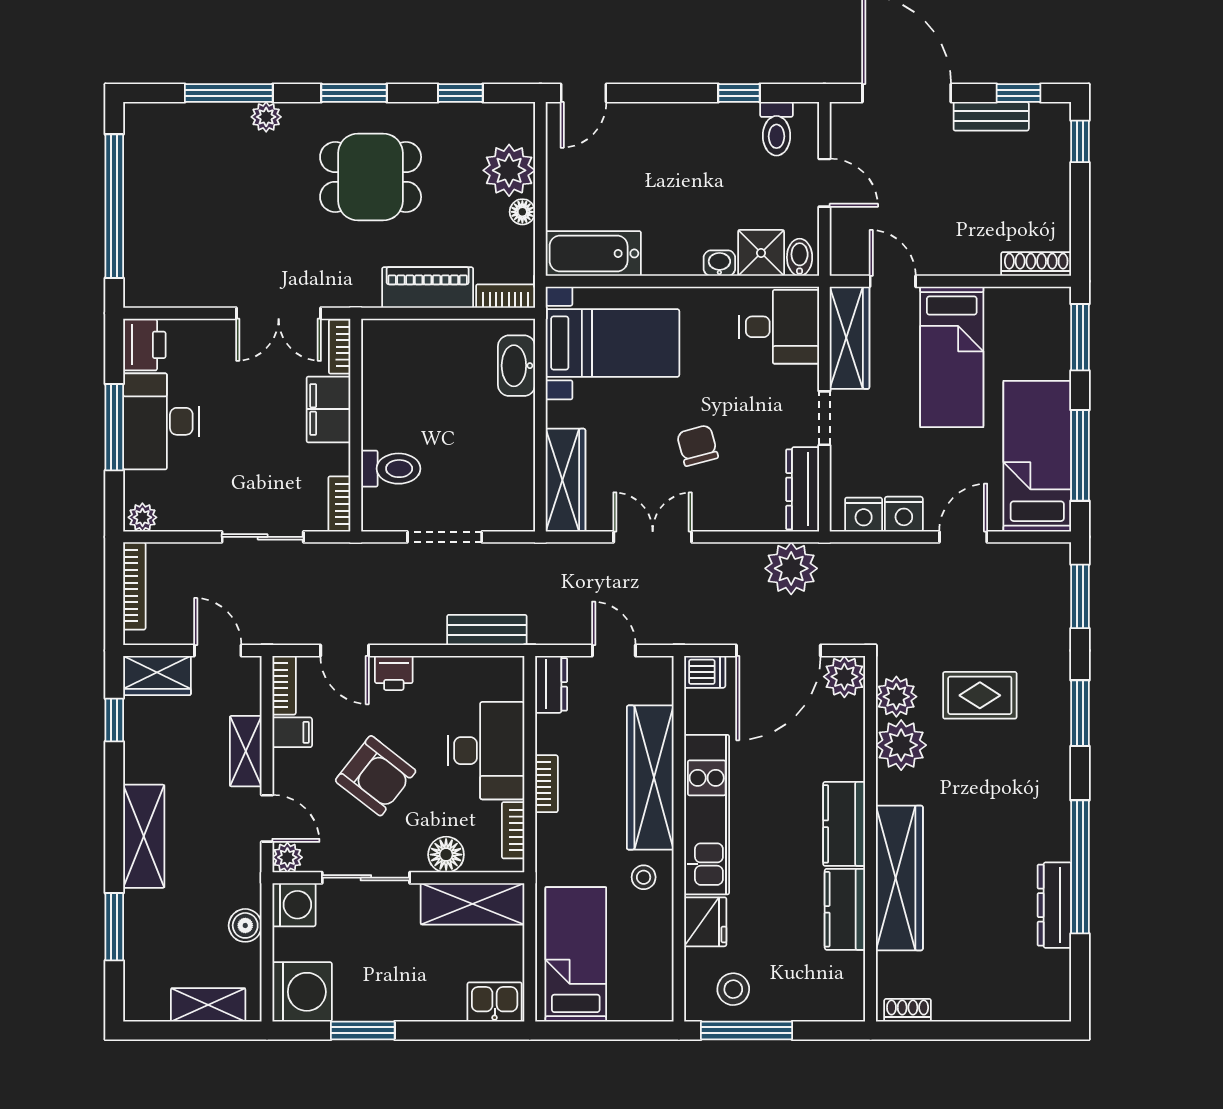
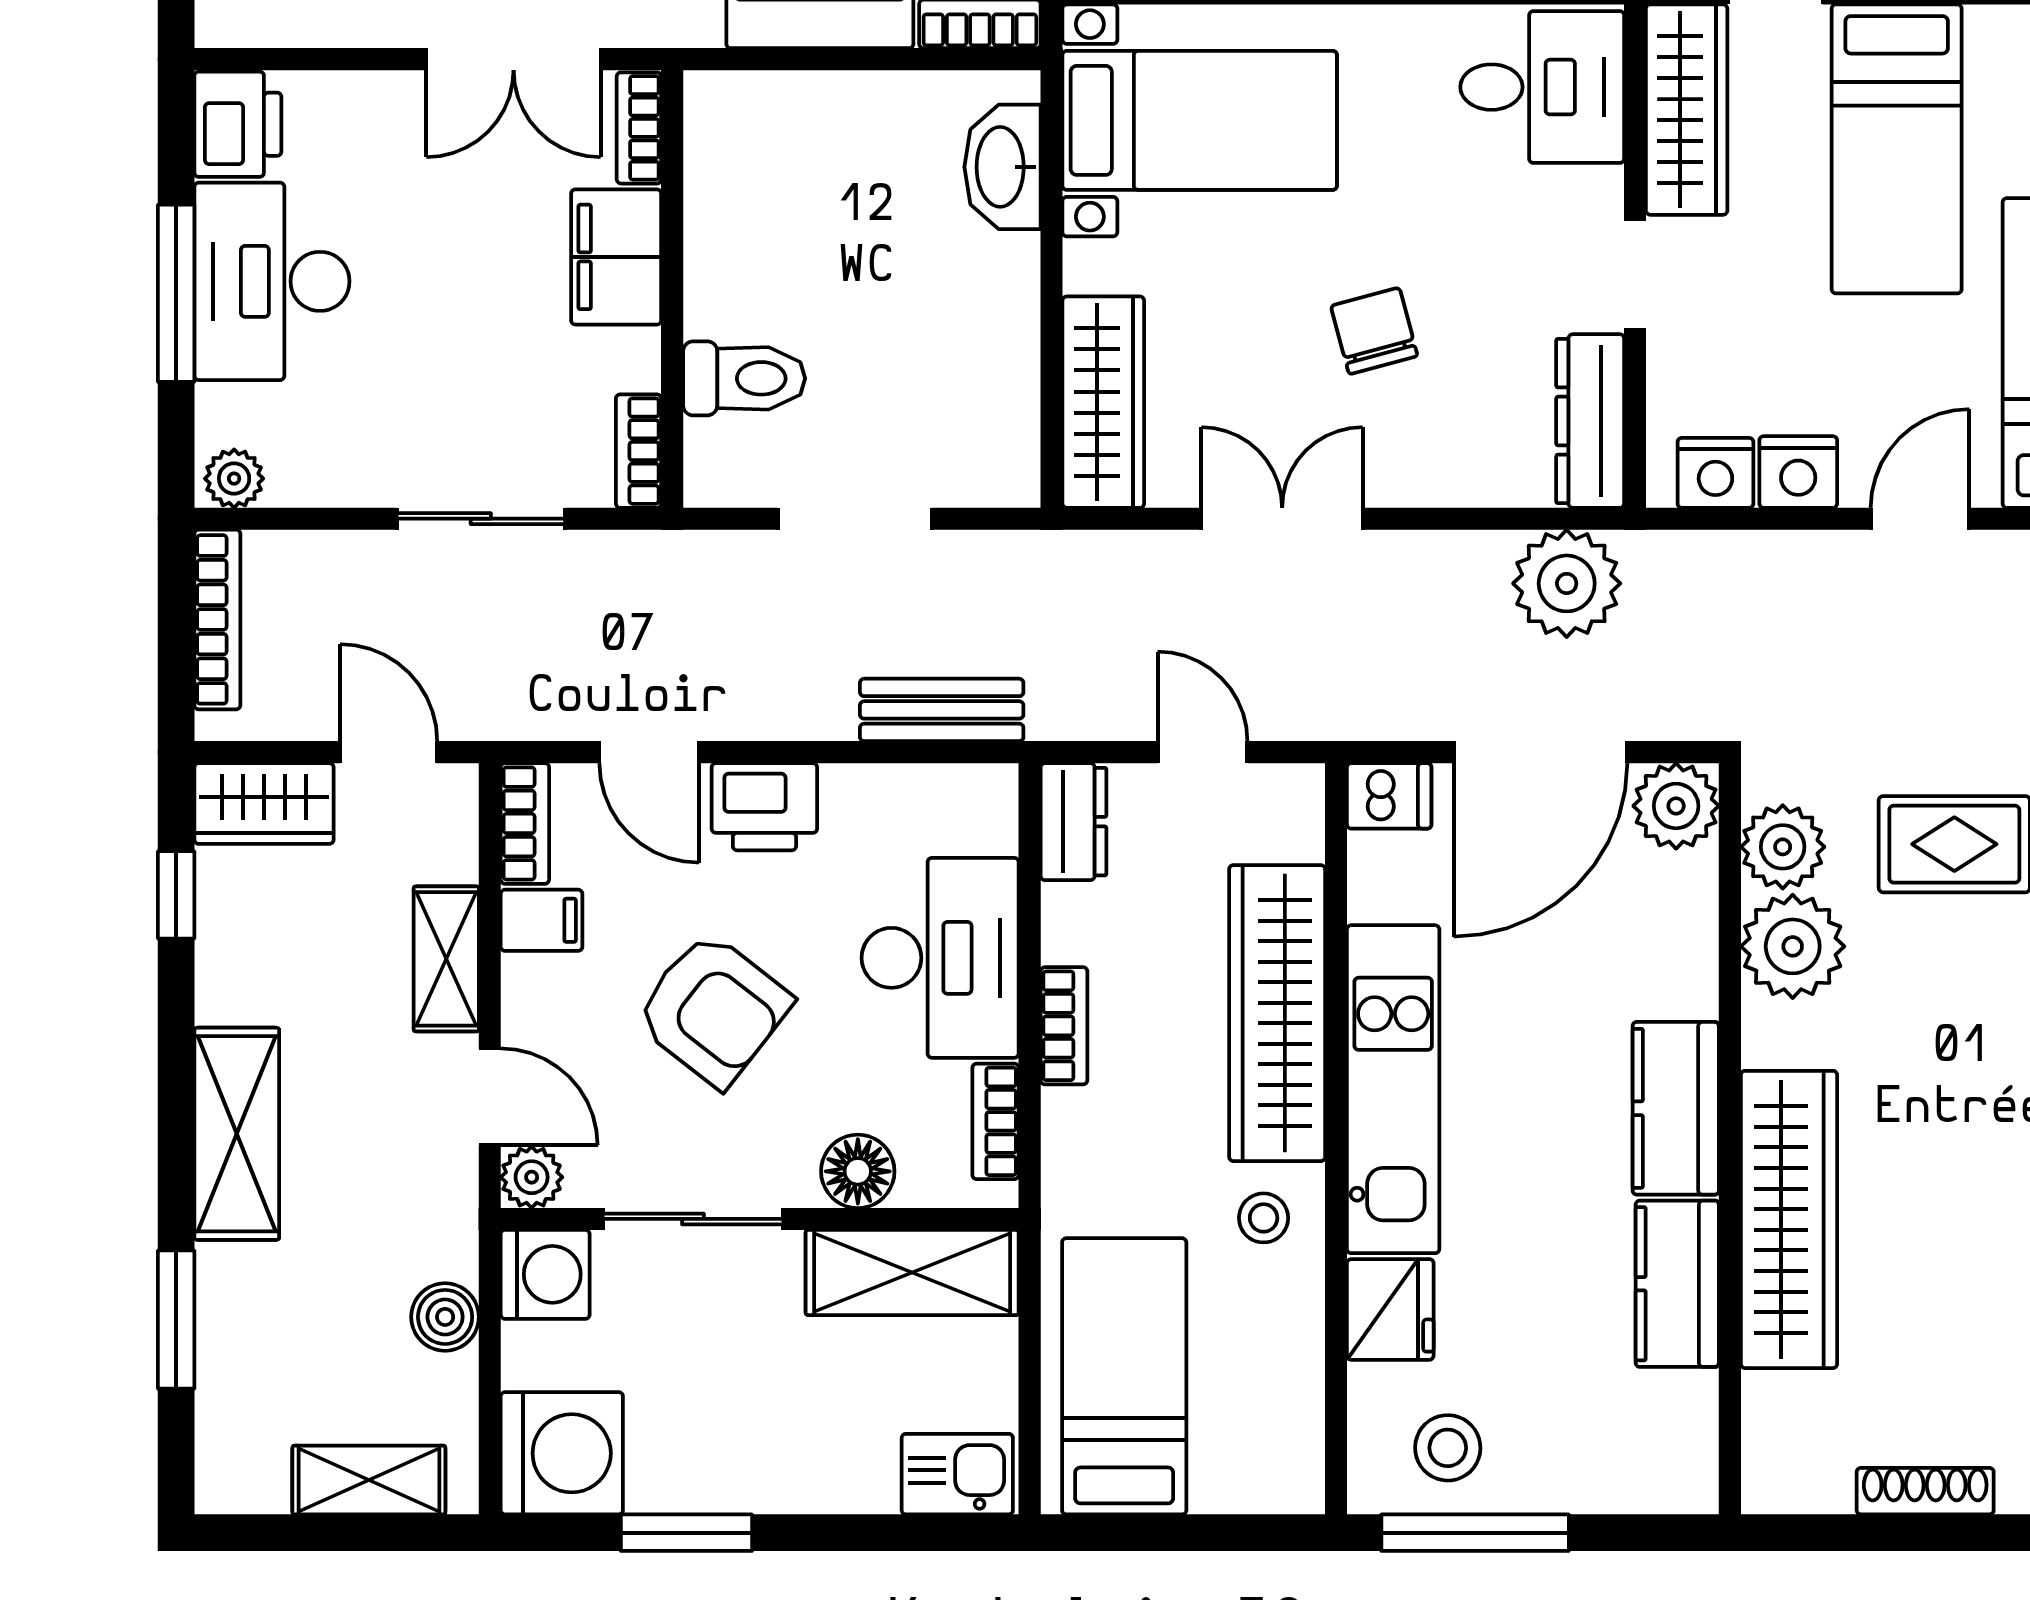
printer: (394, 673) -> (764, 807), width x1.36, depth x1.24
shoe rack: (908, 1010) -> (1925, 1491), moved, width x1.43

